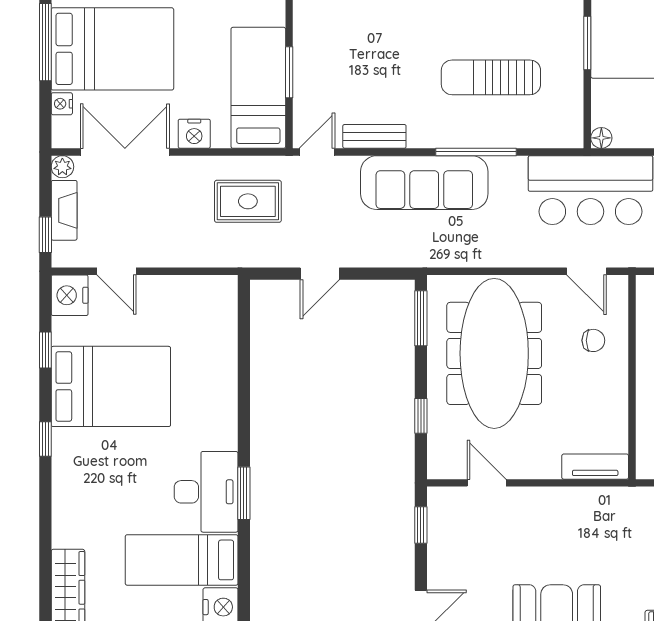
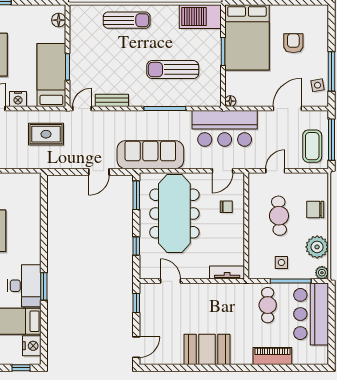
sofa: (424, 183) -> (150, 155), moved, turned 180
door: (586, 271) -> (223, 171), hinge flipped
door: (320, 274) -> (99, 172), moved

